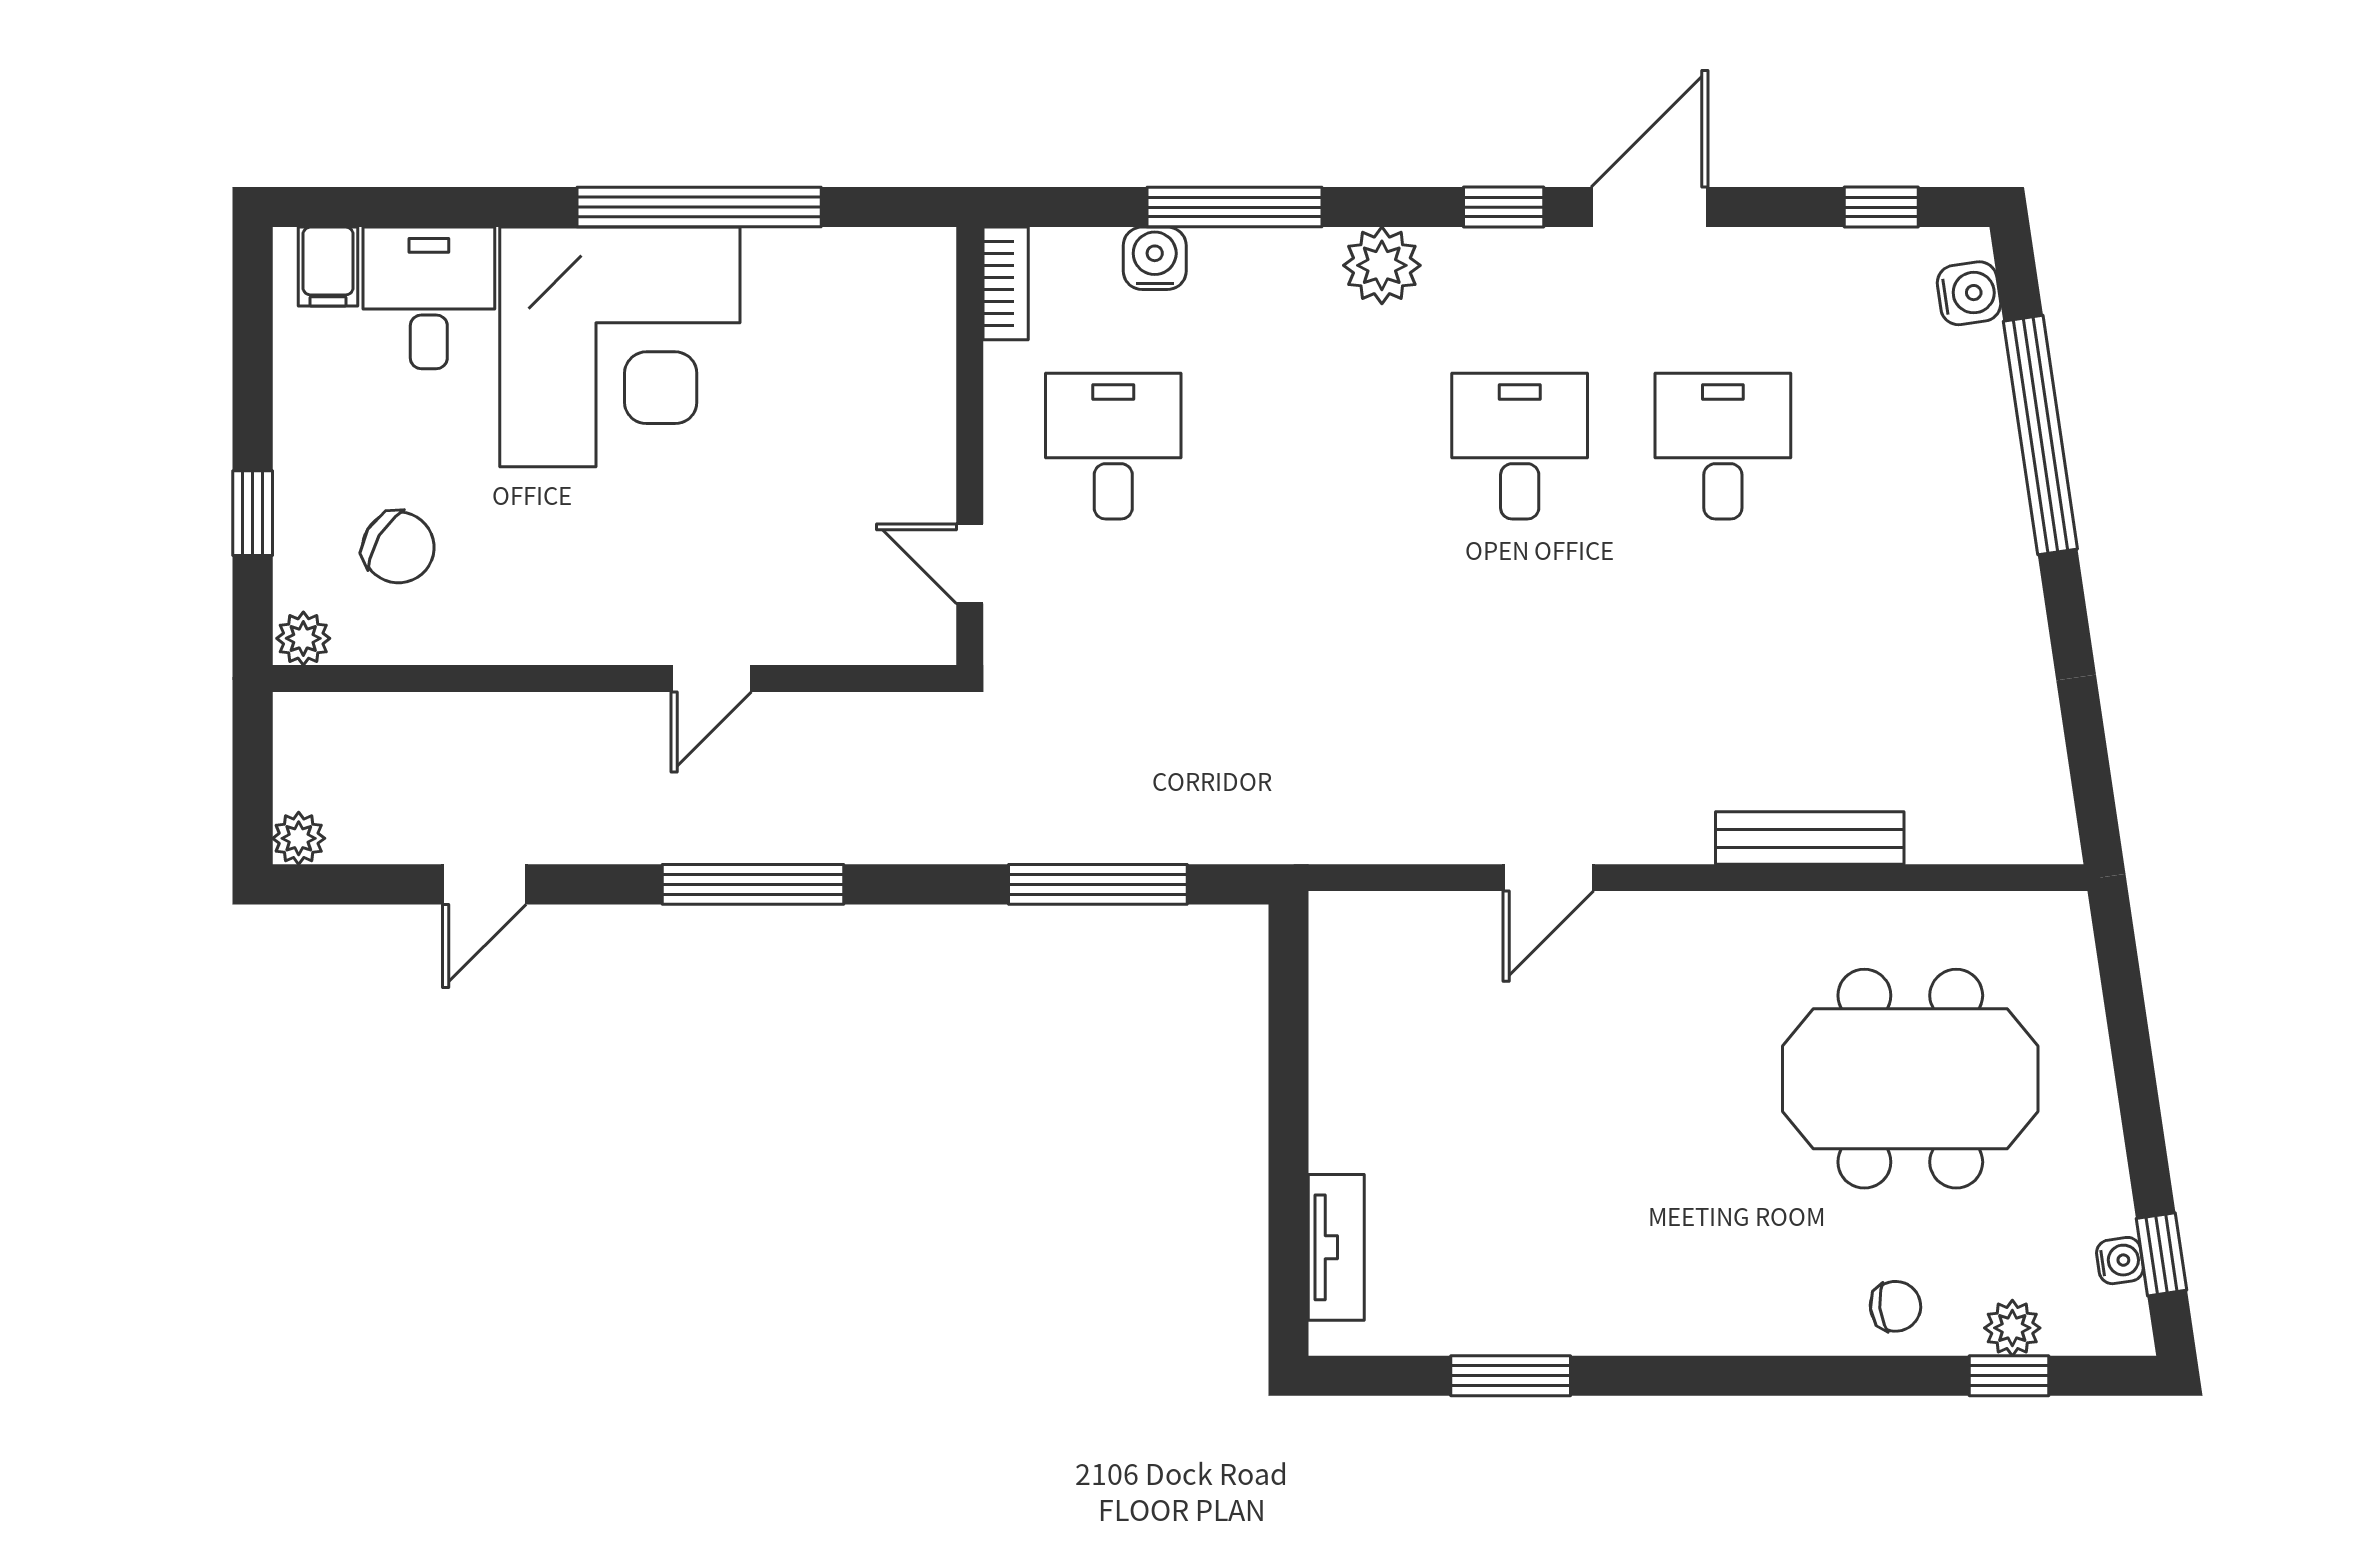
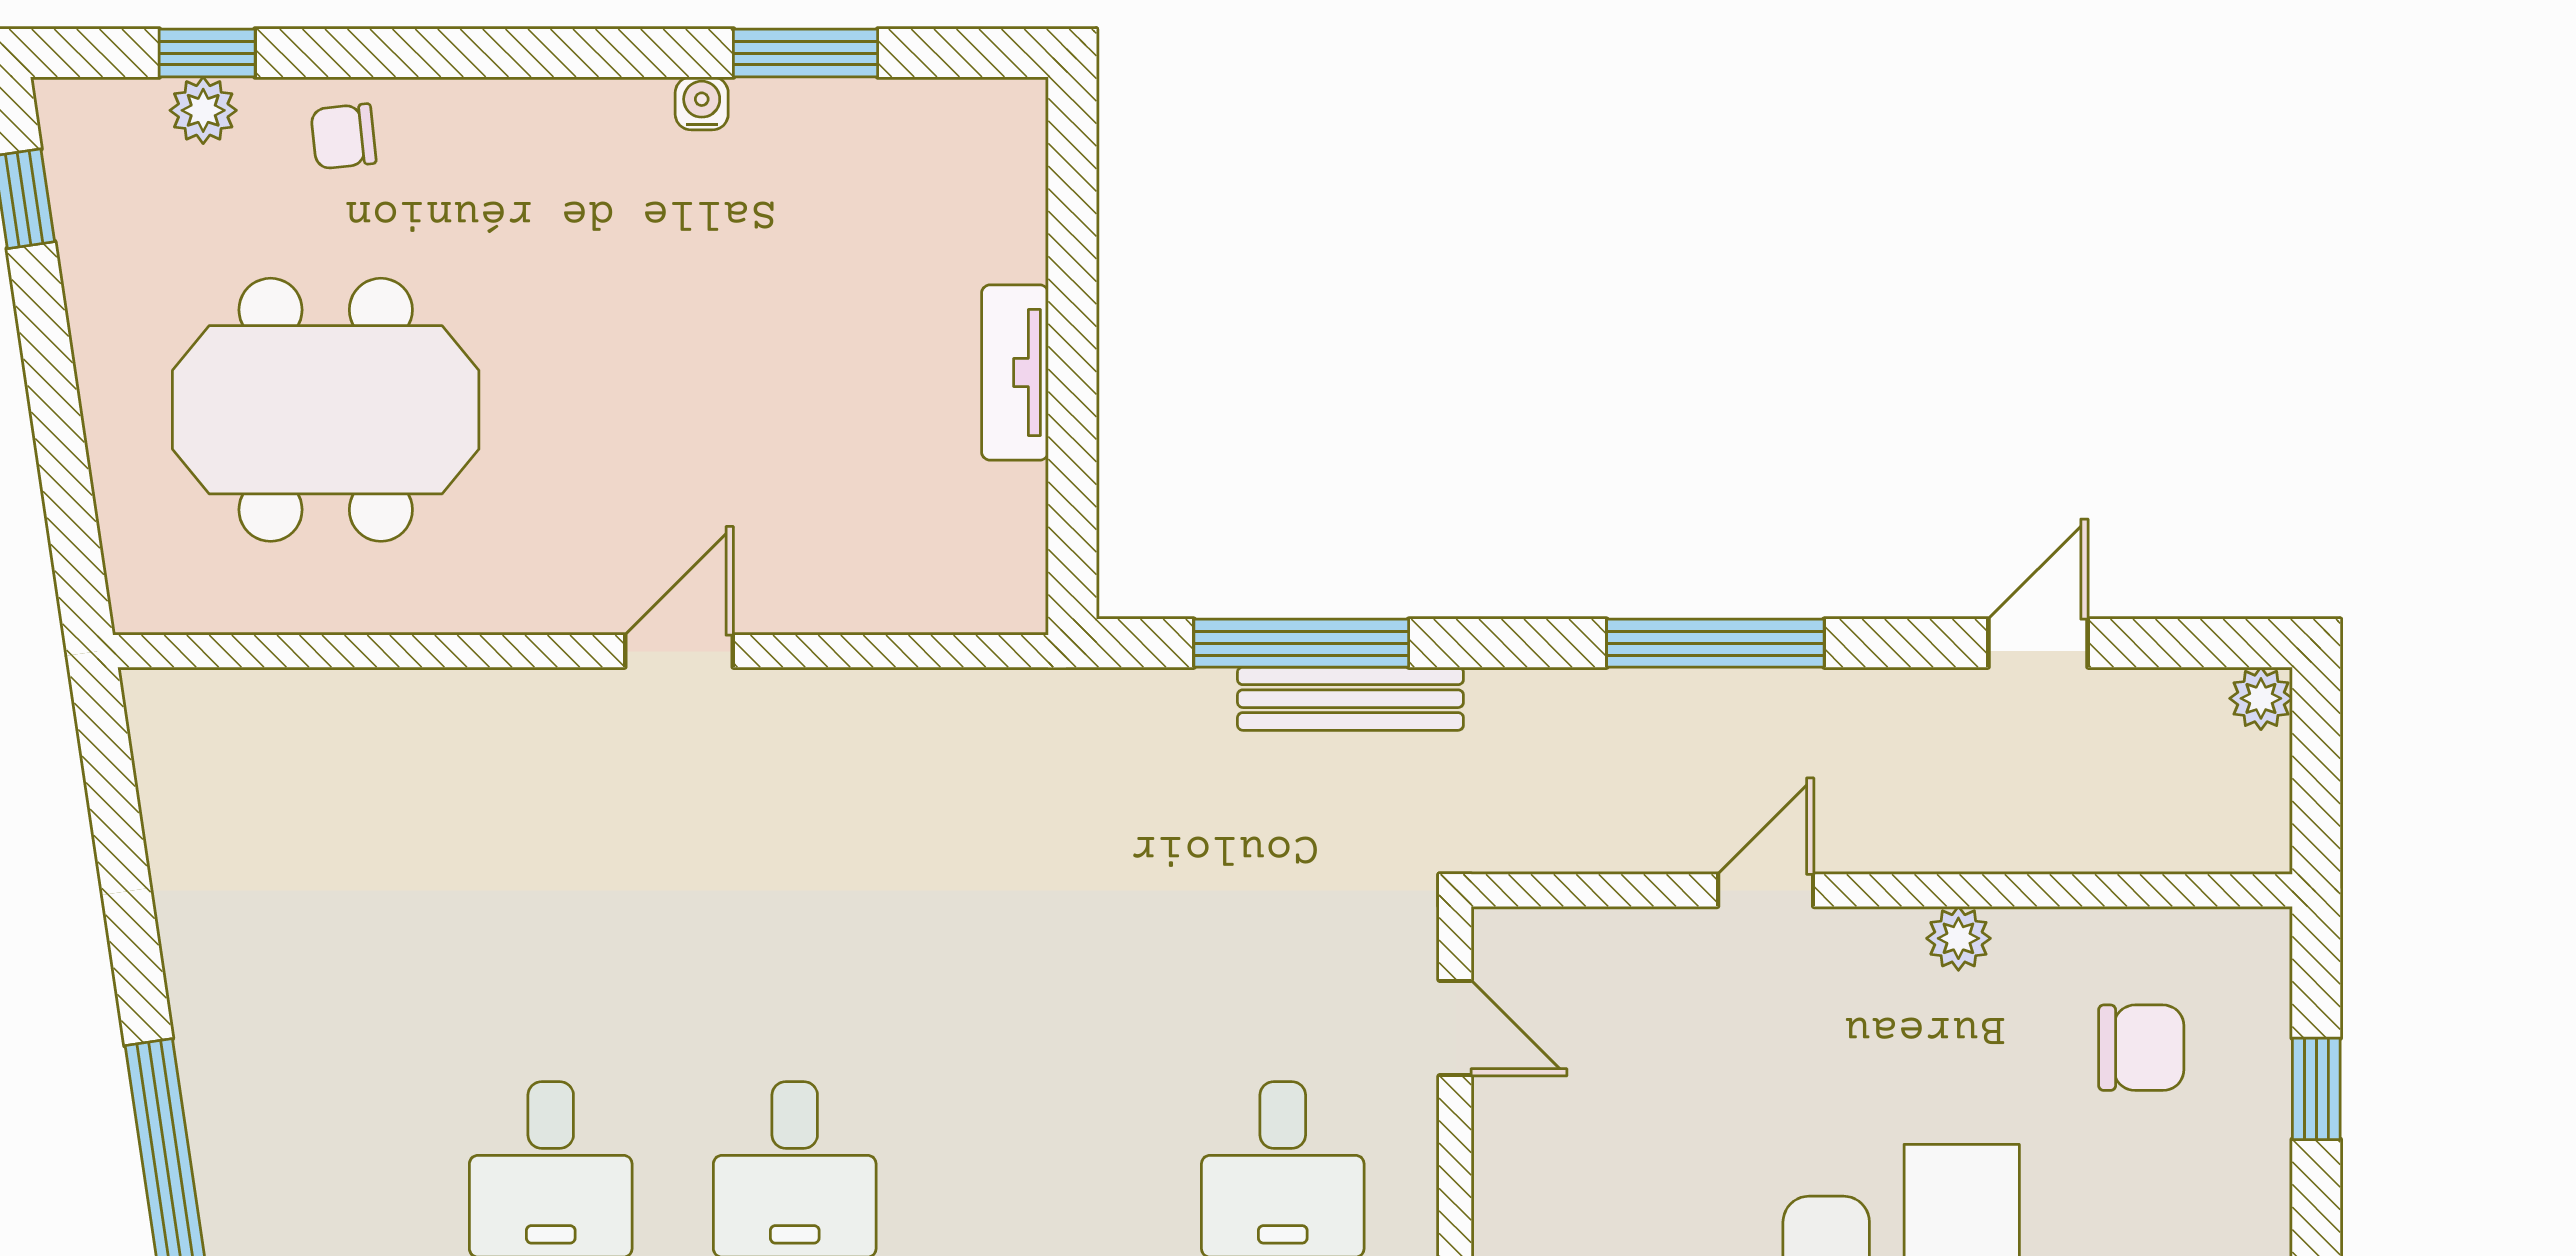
chair: (398, 547) -> (2141, 1048), turned 149
plant: (303, 638) -> (1958, 938), moved
bench: (1810, 838) -> (1350, 699), moved
door: (1548, 878) -> (679, 651), moved
tv unit: (1336, 1247) -> (1015, 373), moved
water cooler: (2120, 1261) -> (702, 103), moved, turned 98

